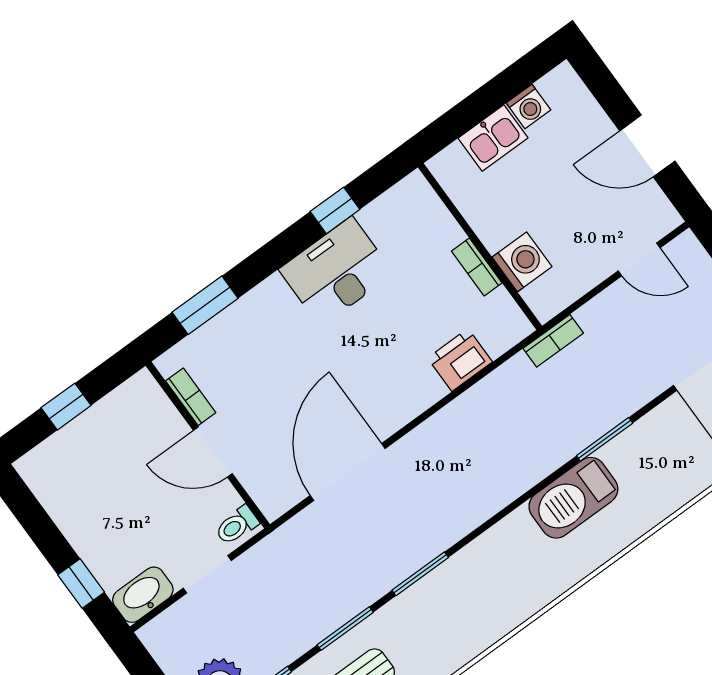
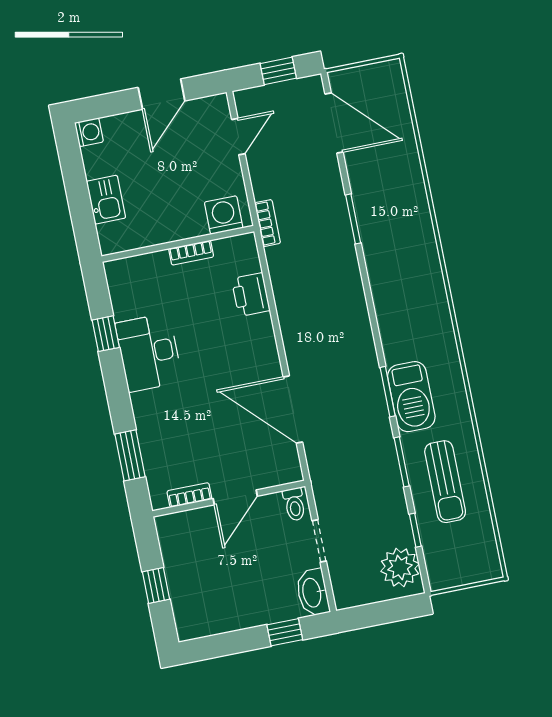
washing machine: (528, 106) -> (89, 132), moved
washing machine: (522, 262) -> (224, 215), moved
barbecue: (573, 498) -> (411, 397), moved

